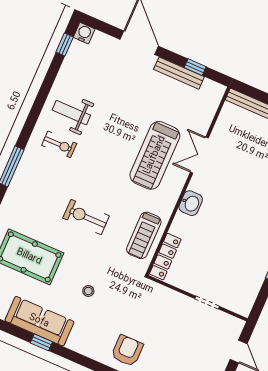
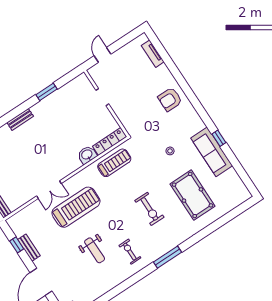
bench: (179, 73) -> (29, 248), width x0.73
weight bench: (71, 113) -> (95, 250), moved
washbasin: (191, 203) -> (87, 155), moved
exercise bike: (86, 217) -> (149, 209), moved

